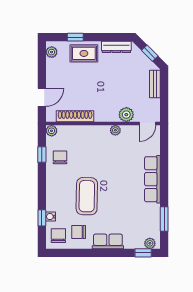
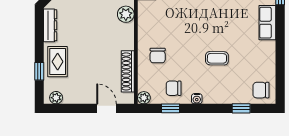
plant: (115, 130) -> (143, 26), removed
coffee table: (87, 196) -> (217, 58), width x0.54, depth x0.58
water cooler: (51, 217) -> (197, 99), moved
chair: (79, 232) -> (158, 55), moved
row of seats: (108, 241) -> (267, 23), moved

